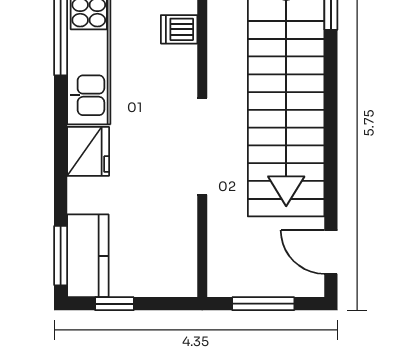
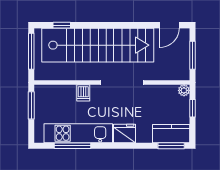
dishwasher: (179, 29) -> (83, 93), moved
plant: (185, 284) -> (184, 90), added
window: (114, 304) -> (193, 108), moved

